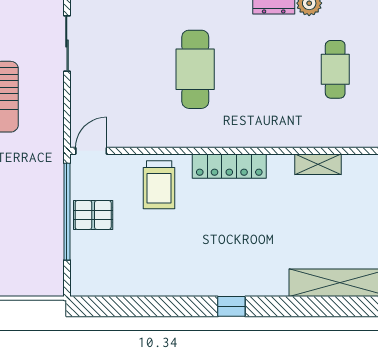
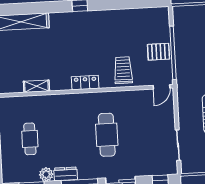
locker: (229, 166) -> (85, 83), width x0.66

